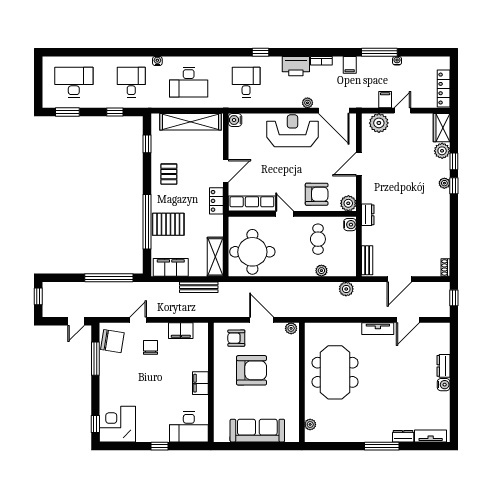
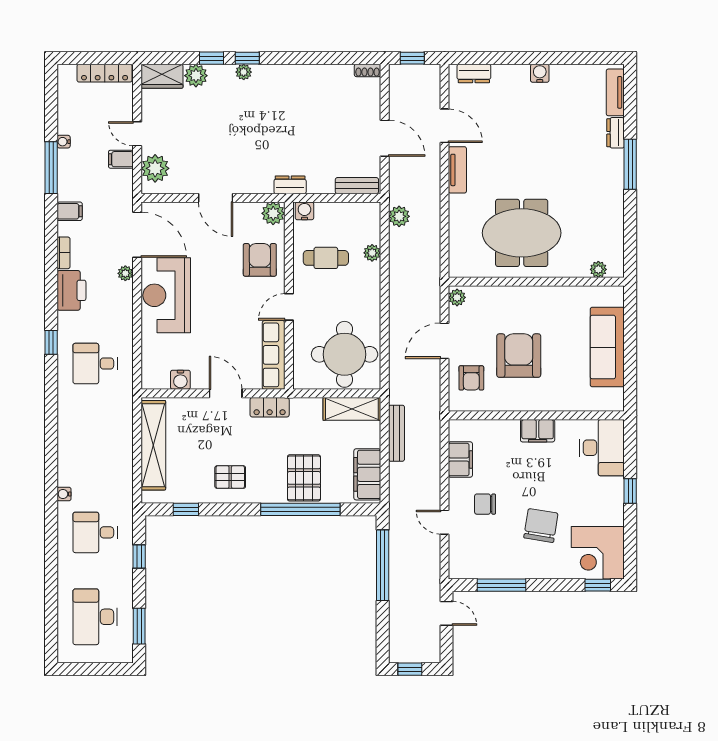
desk: (189, 82) -> (95, 448), removed
door: (334, 111) -> (137, 235), hinge flipped
water cooler: (235, 120) -> (180, 380), moved
chair: (112, 341) -> (541, 526), moved
dresser: (443, 366) -> (474, 73), moved

